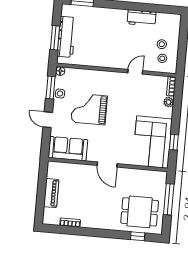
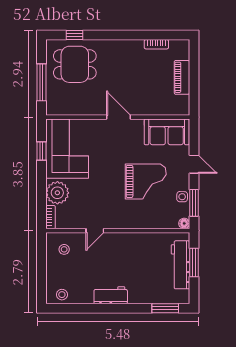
workbench: (141, 18) -> (111, 295), moved
stool: (162, 44) -> (62, 295), moved
plant: (169, 102) -> (57, 193), width x1.87, depth x1.87

